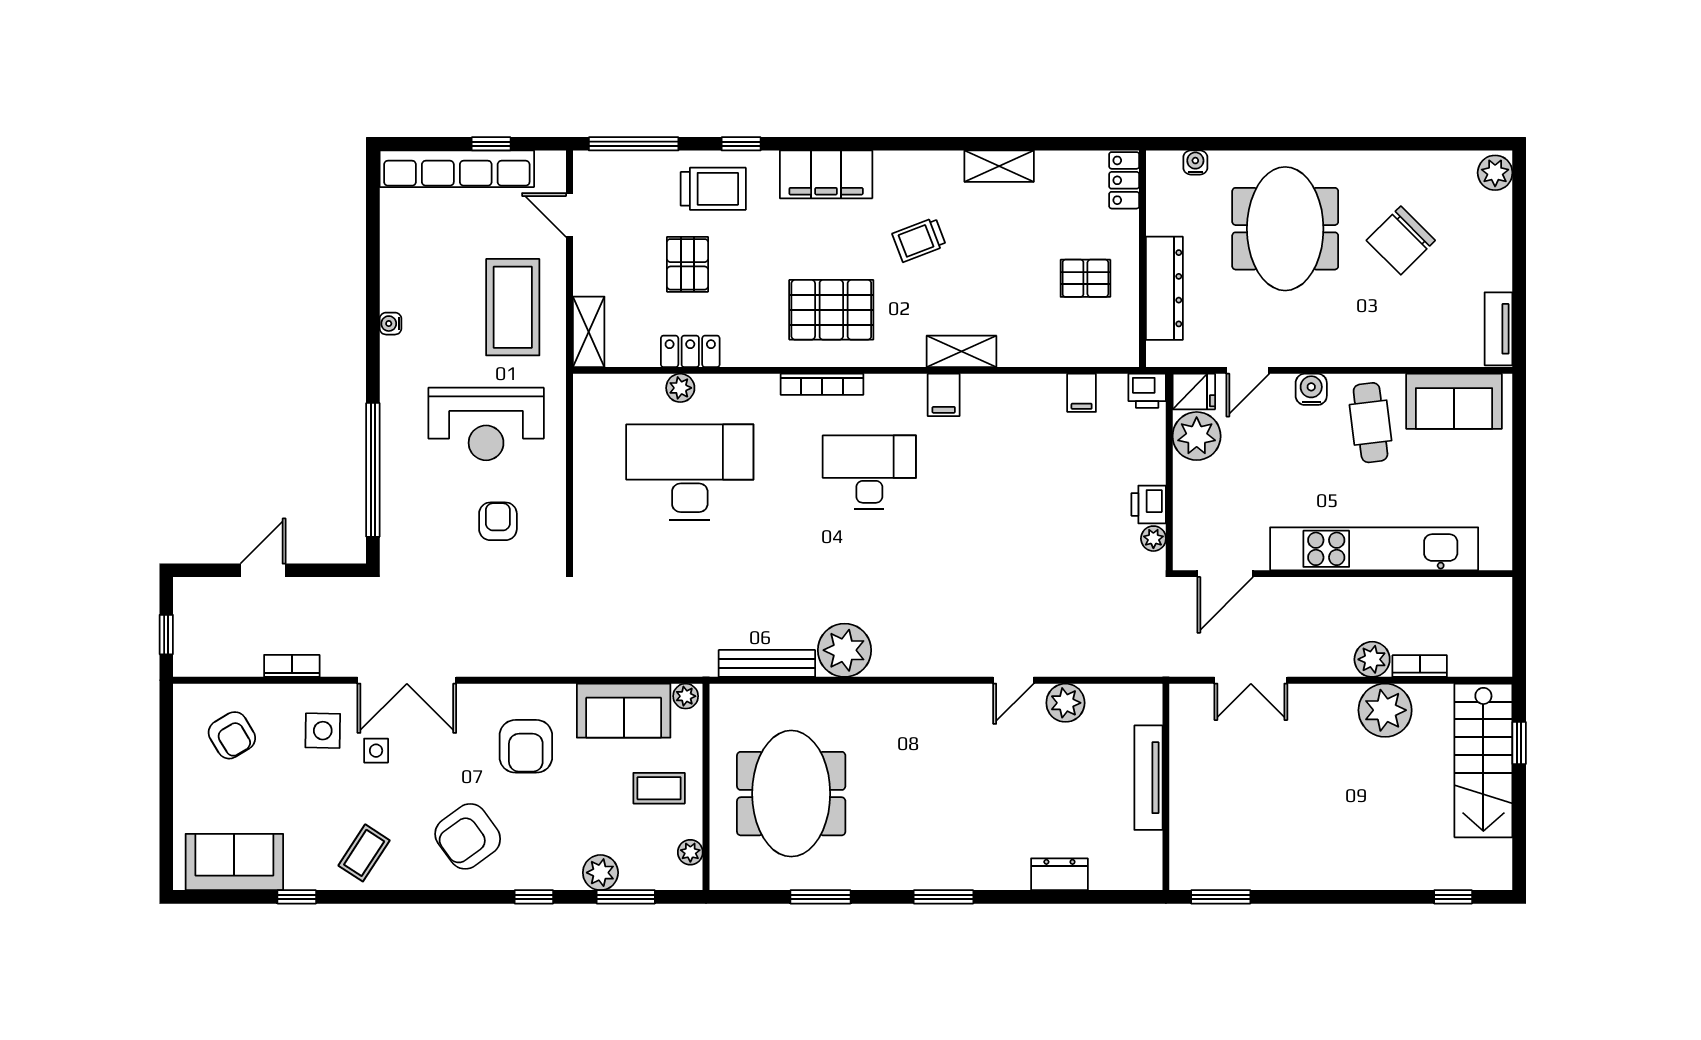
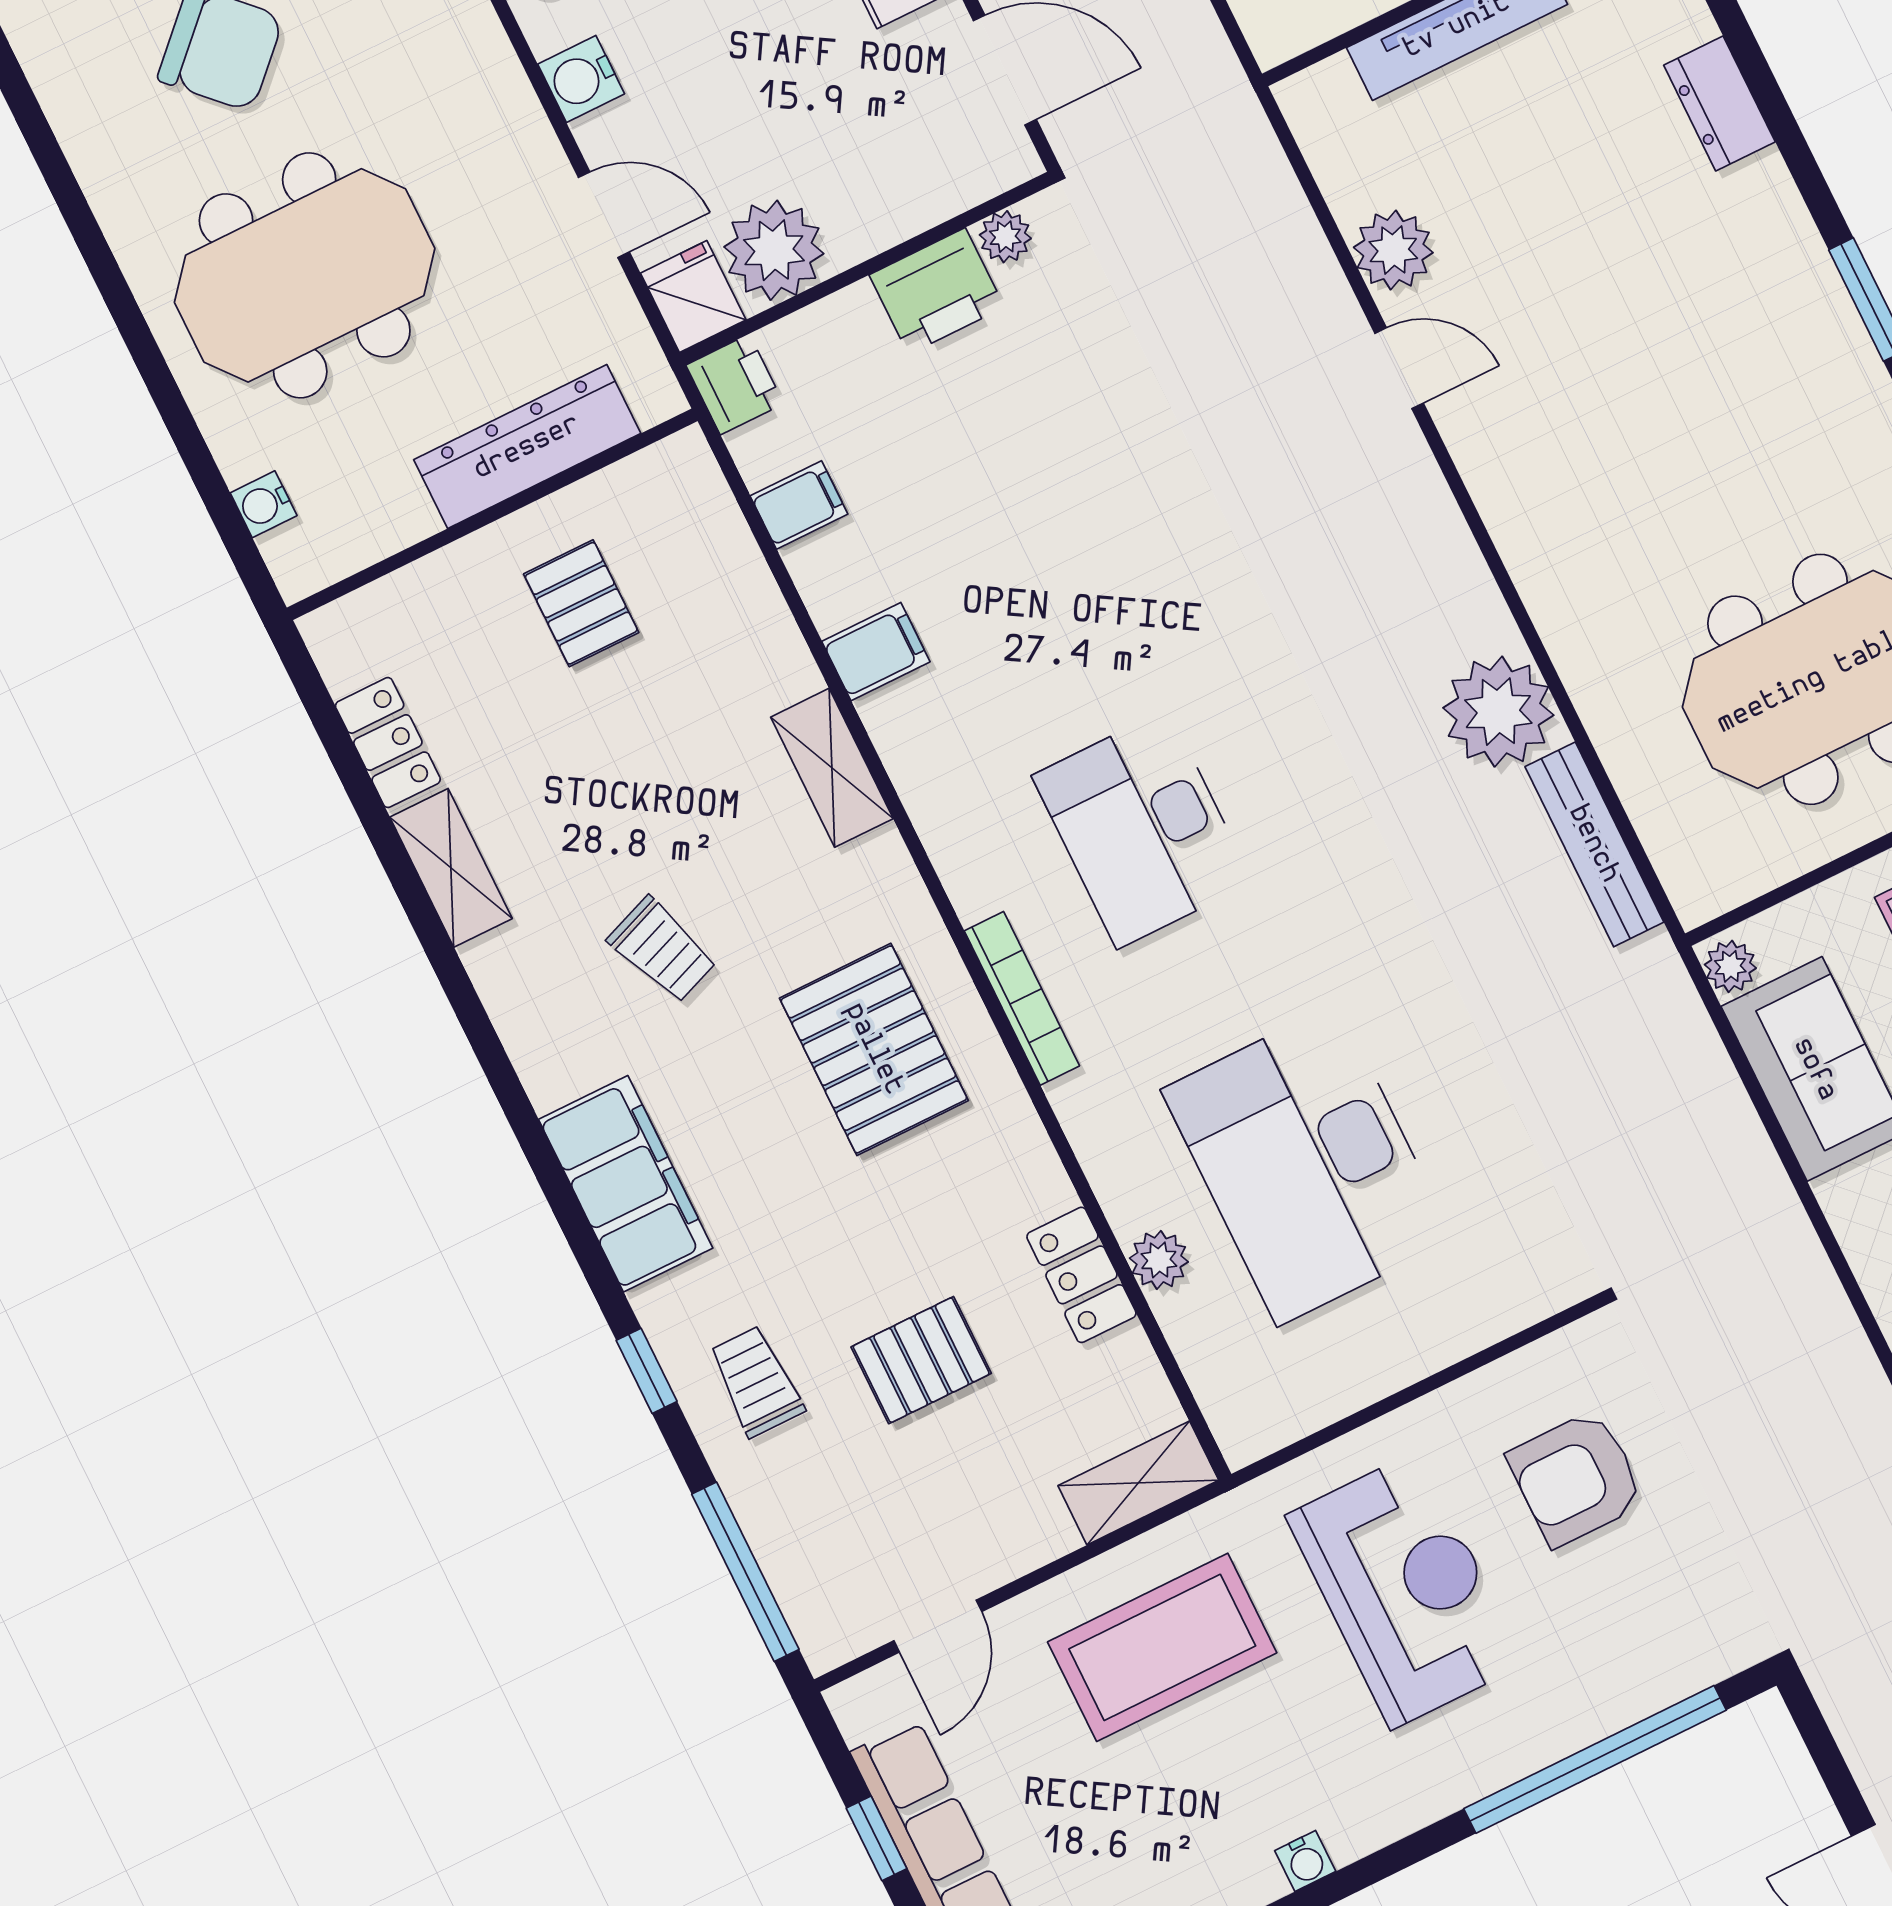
locker: (1124, 180) -> (388, 743), moved, turned -90
trolley: (713, 189) -> (756, 1381), width x0.73, depth x0.72
filing cabinet: (944, 395) -> (876, 652), moved
printer: (1149, 504) -> (937, 291), width x1.36, depth x1.24
armchair: (498, 521) -> (1576, 1478), width x1.38, depth x1.38

